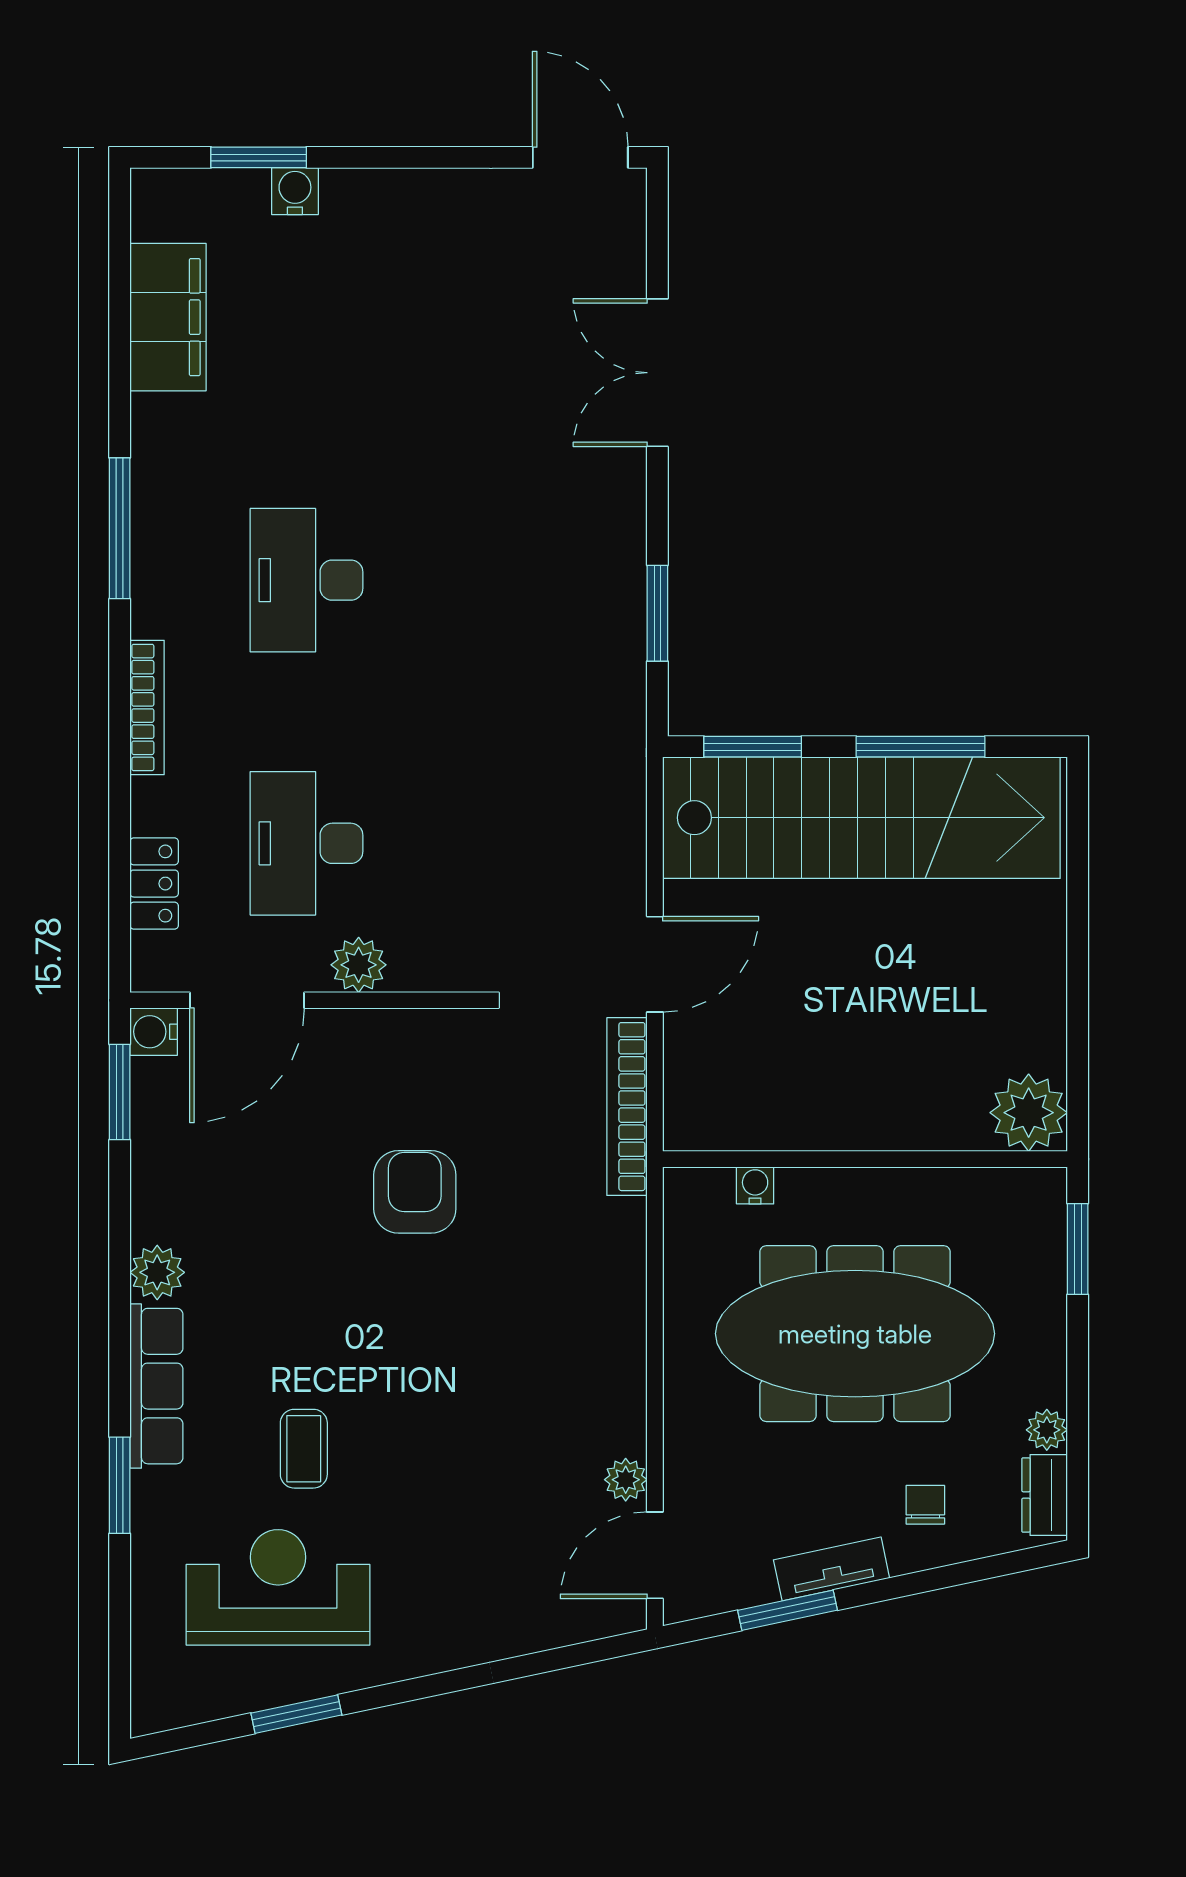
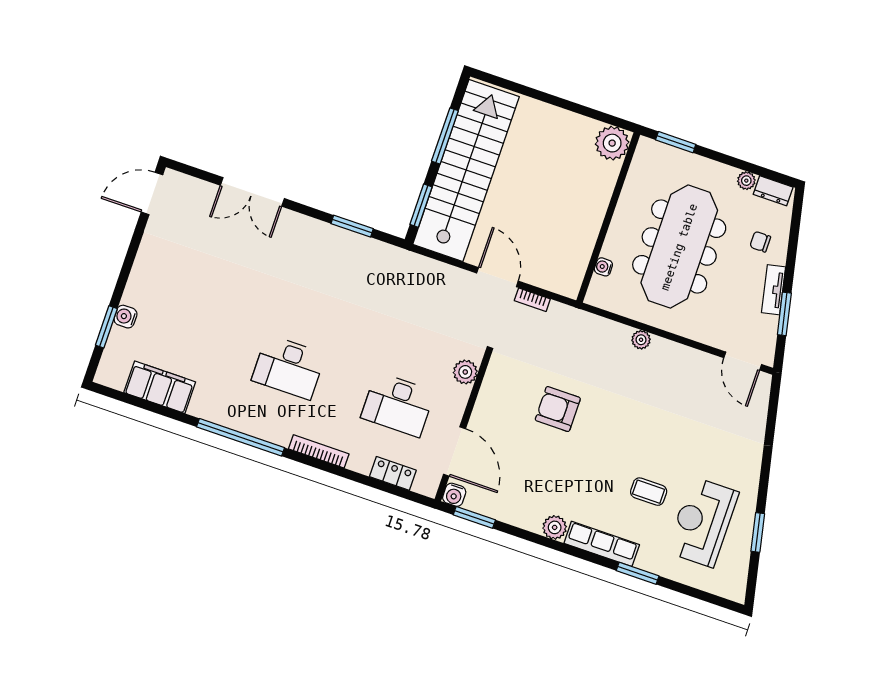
window: (120, 528) -> (240, 437), width x1.46
plant: (359, 965) -> (465, 372), moved
bookcase: (627, 1107) -> (532, 300), width x0.43, depth x0.76
plant: (626, 1480) -> (641, 340), moved

